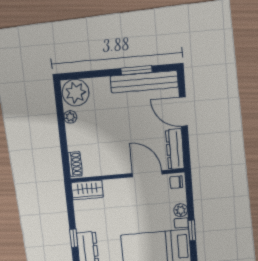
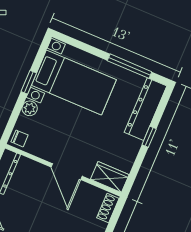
door: (147, 174) -> (67, 172), moved

